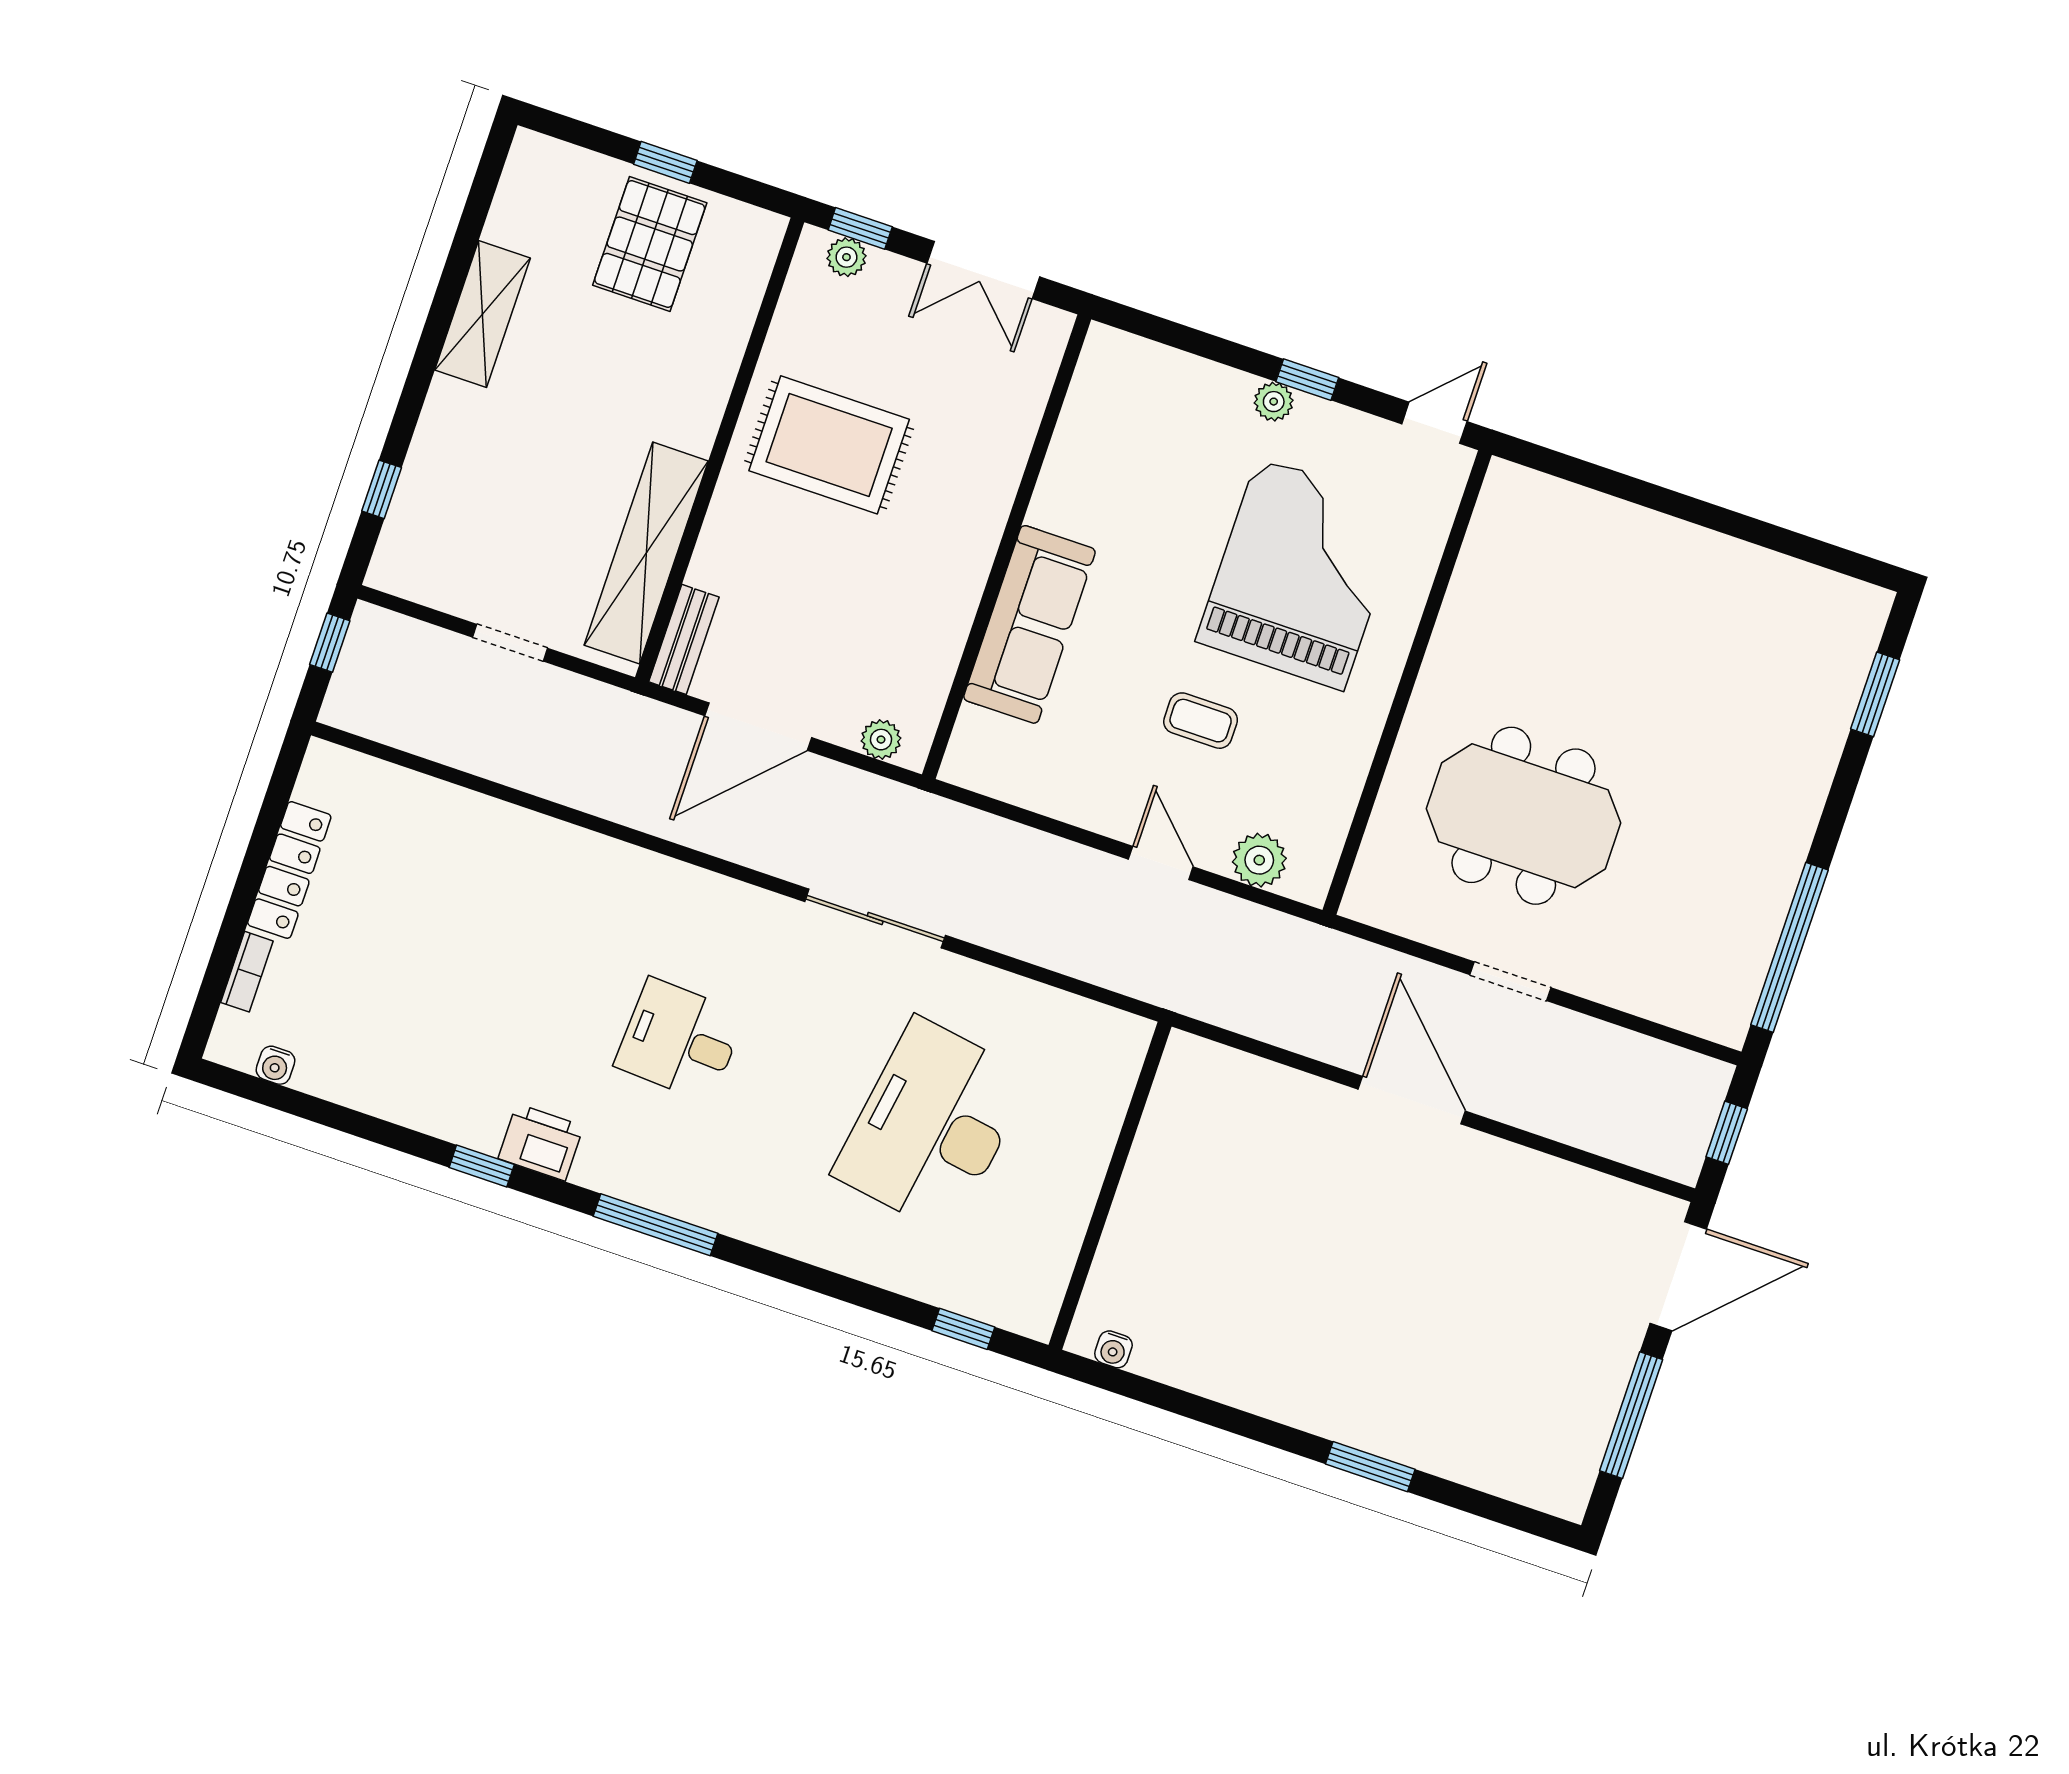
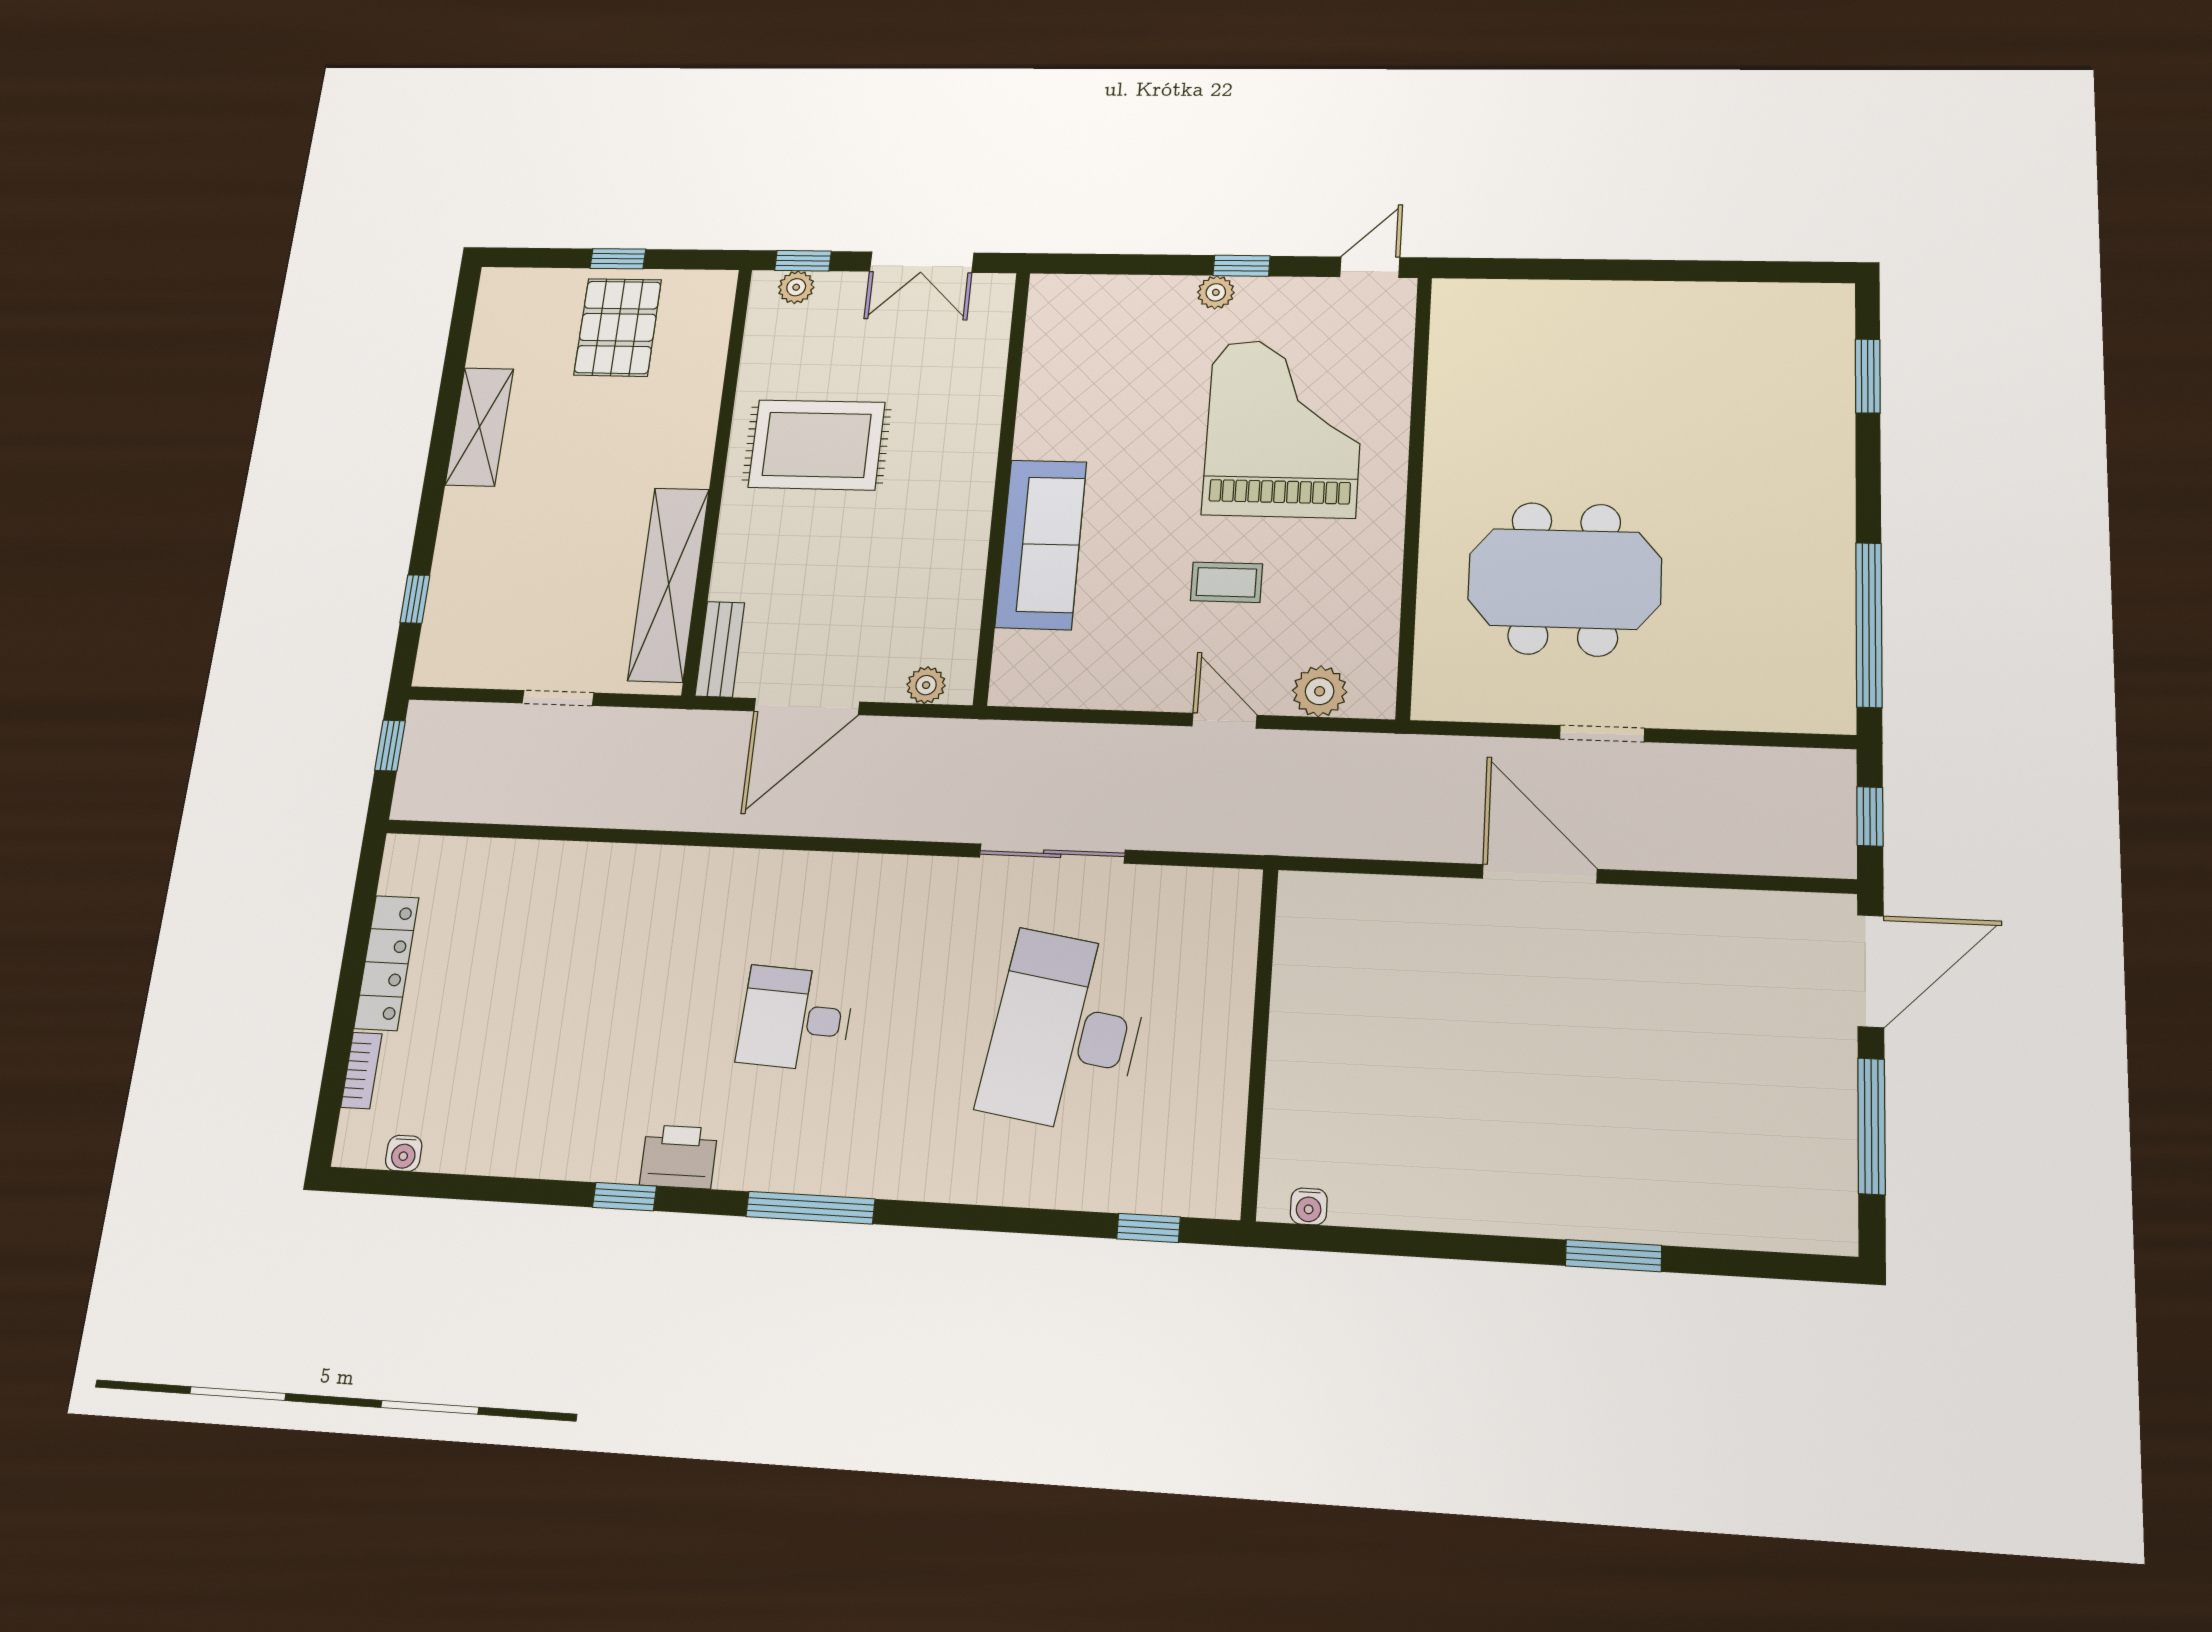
sliding door: (875, 919) -> (1052, 854), moved

